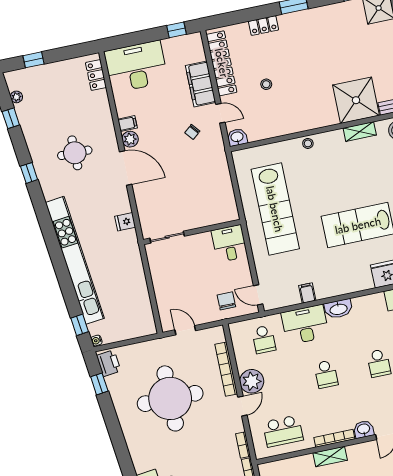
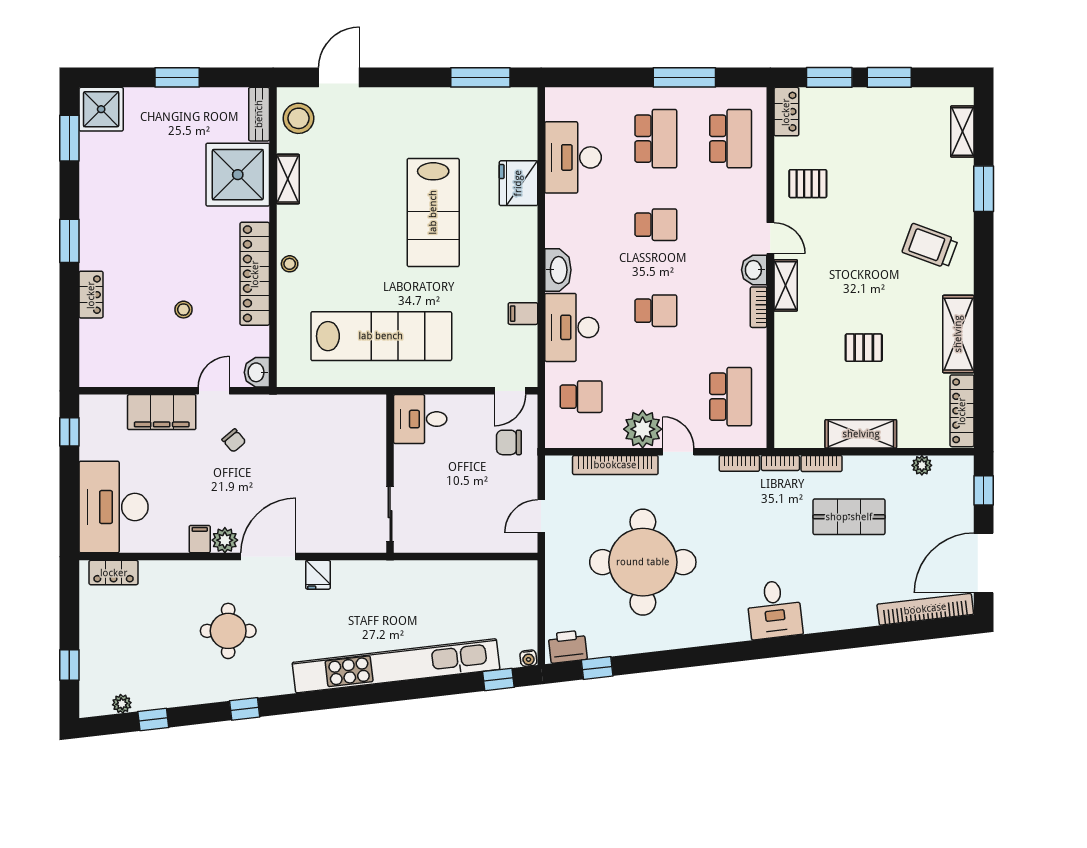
locker: (222, 63) -> (255, 274), moved, turned -90
fridge: (125, 222) -> (318, 575), moved
bookcase: (334, 438) -> (759, 307), width x0.64
shelving: (330, 456) -> (786, 285), moved

